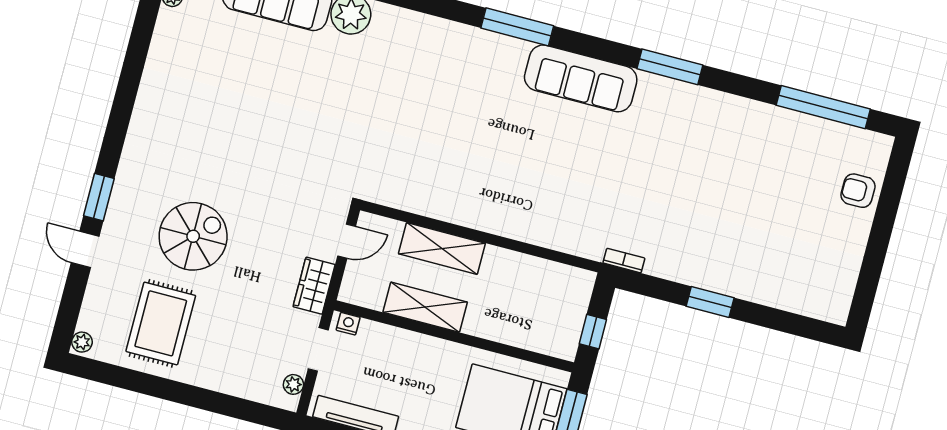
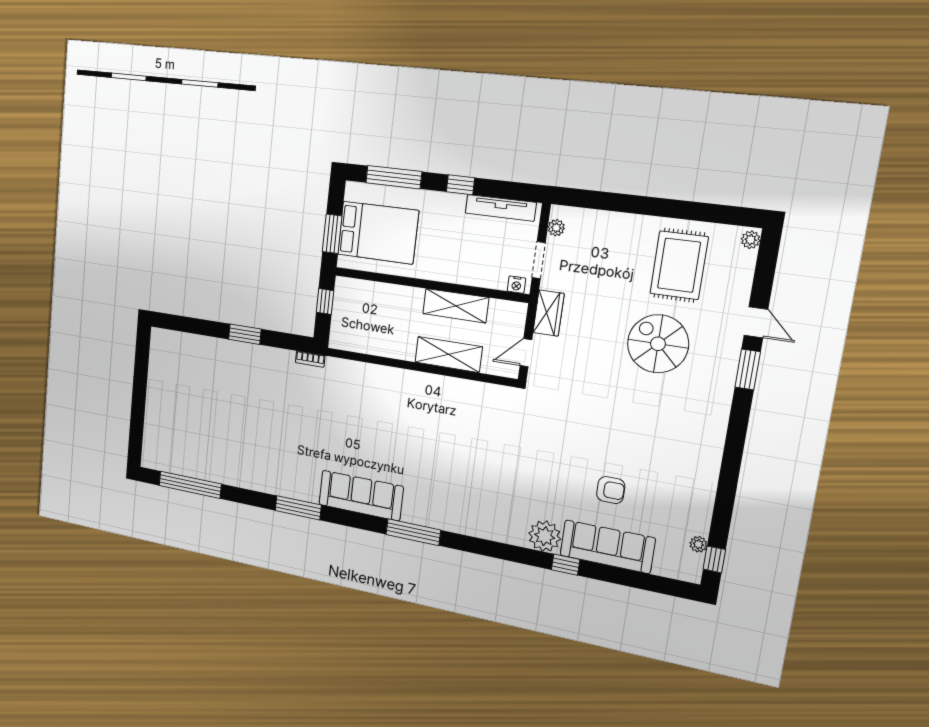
armchair: (858, 191) -> (611, 490), moved
spiral stairs: (193, 236) -> (658, 344), turned 90

